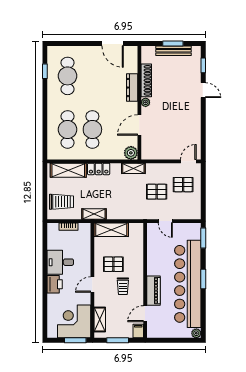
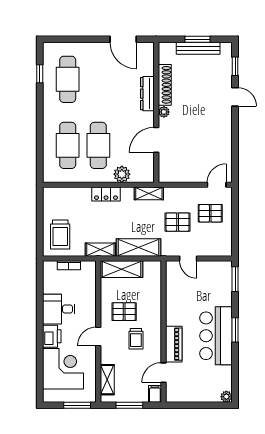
plant: (131, 153) -> (122, 174), moved
shelving: (68, 170) -> (138, 247), moved
trolley: (62, 202) -> (60, 234), turned 90
bar counter: (188, 284) -> (216, 336), width x0.54
corner desk: (74, 321) -> (63, 369), moved, turned 90

